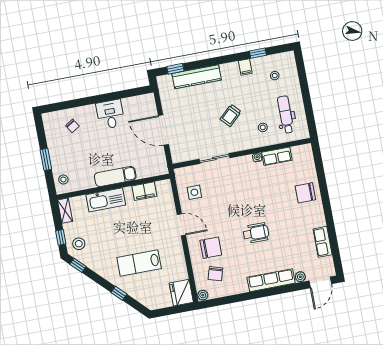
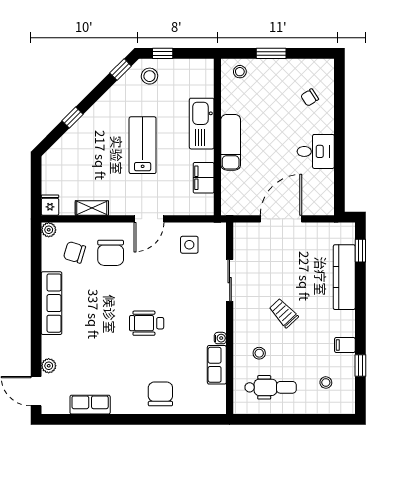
shelving: (65, 211) -> (92, 208), moved
wheelchair: (256, 233) -> (147, 323), moved, turned 90
lab bench: (139, 263) -> (143, 145), moved
row of seats: (271, 280) -> (52, 303), moved
fridge: (181, 293) -> (50, 205), width x0.53, depth x0.75

